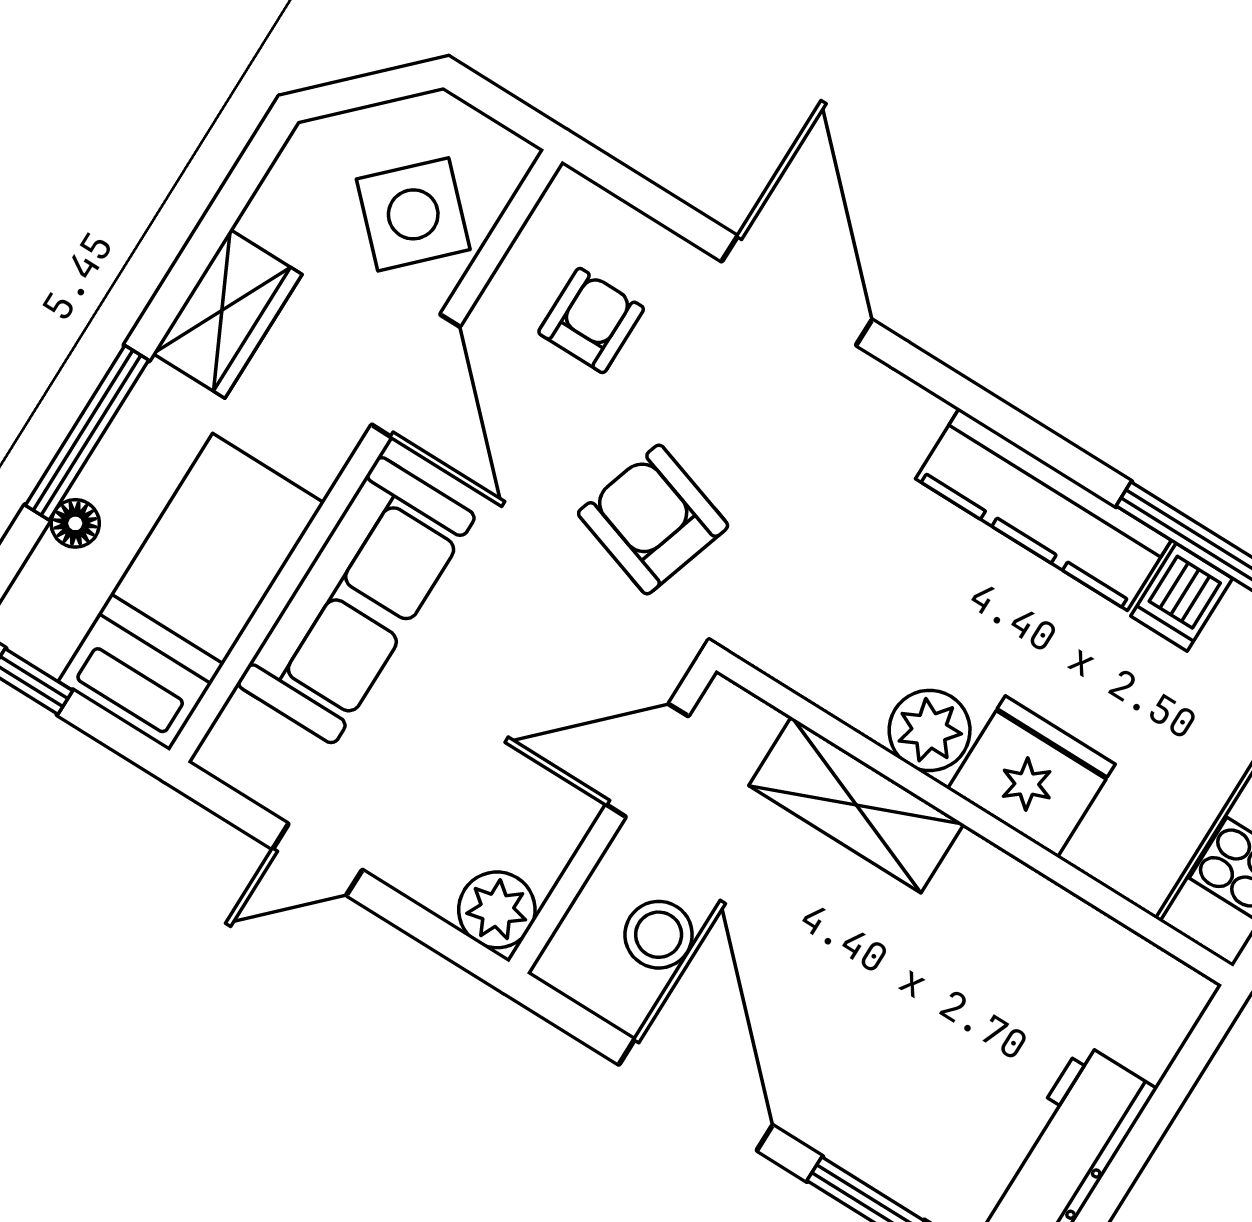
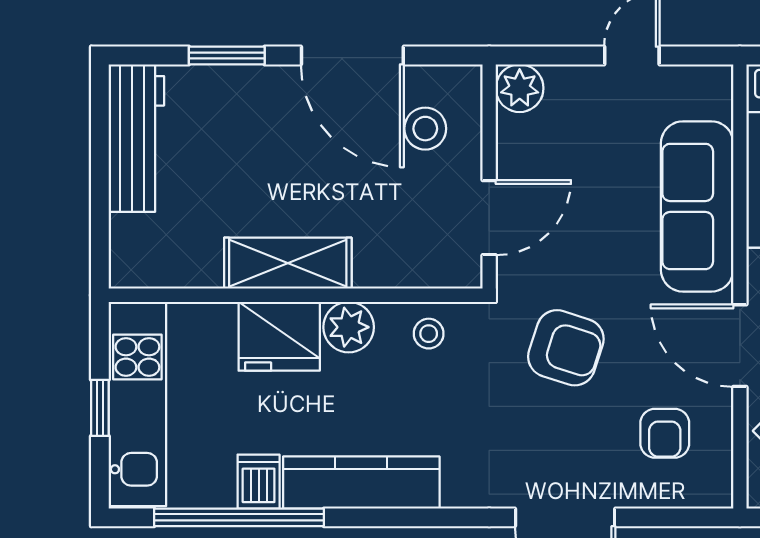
stool: (827, 654) -> (429, 334), added
shelving: (856, 805) -> (288, 263), moved

